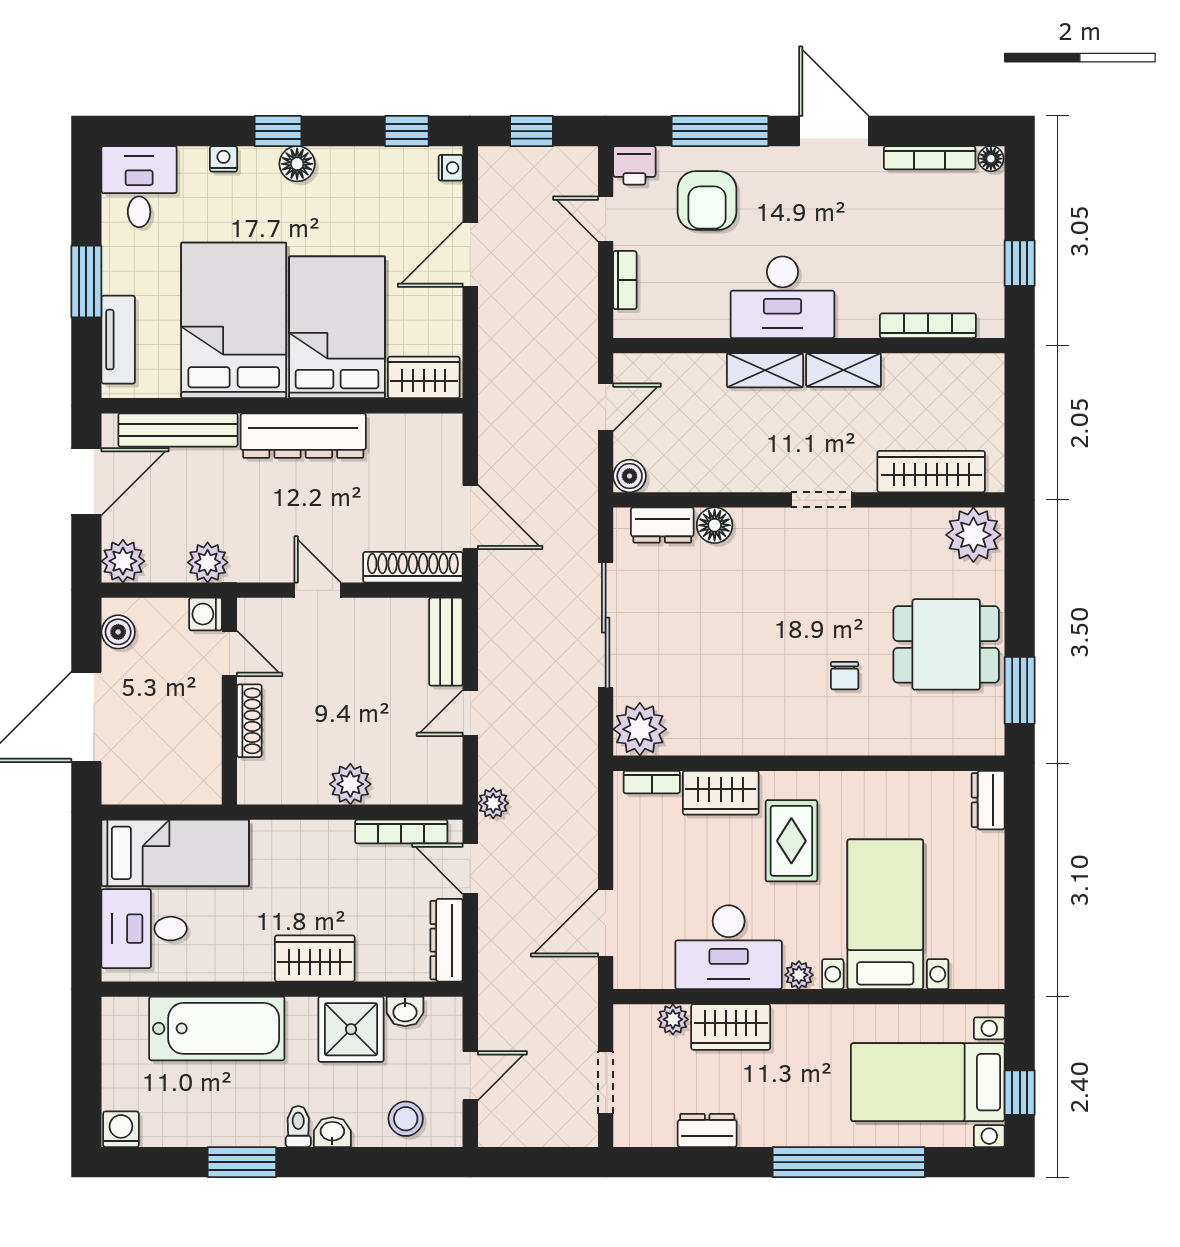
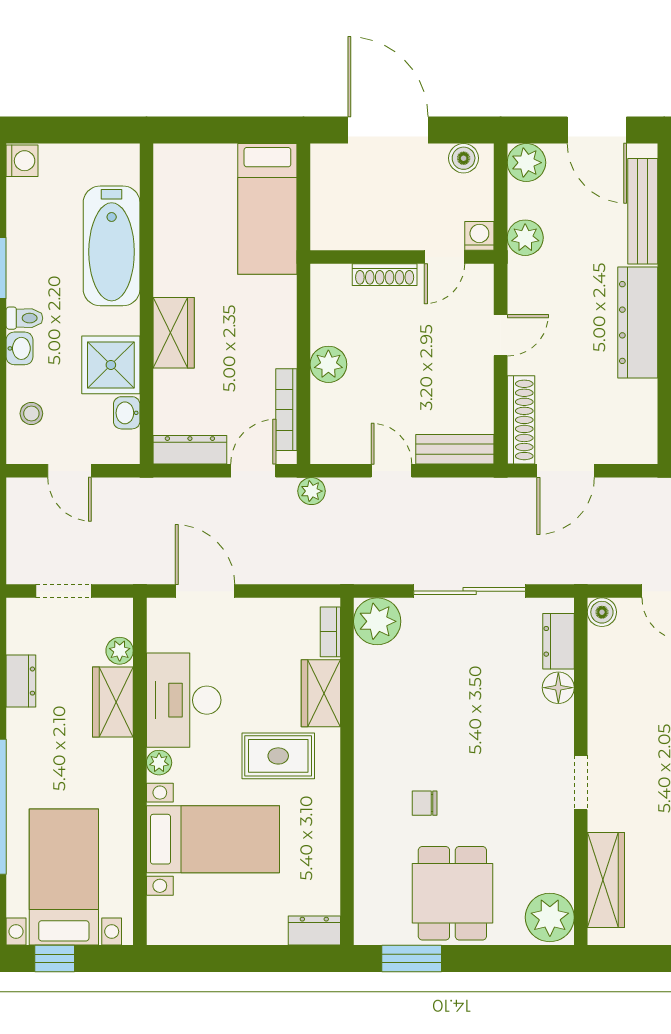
desk: (144, 929) -> (200, 181), removed
stool: (406, 1119) -> (31, 413), width x0.73, depth x0.73

